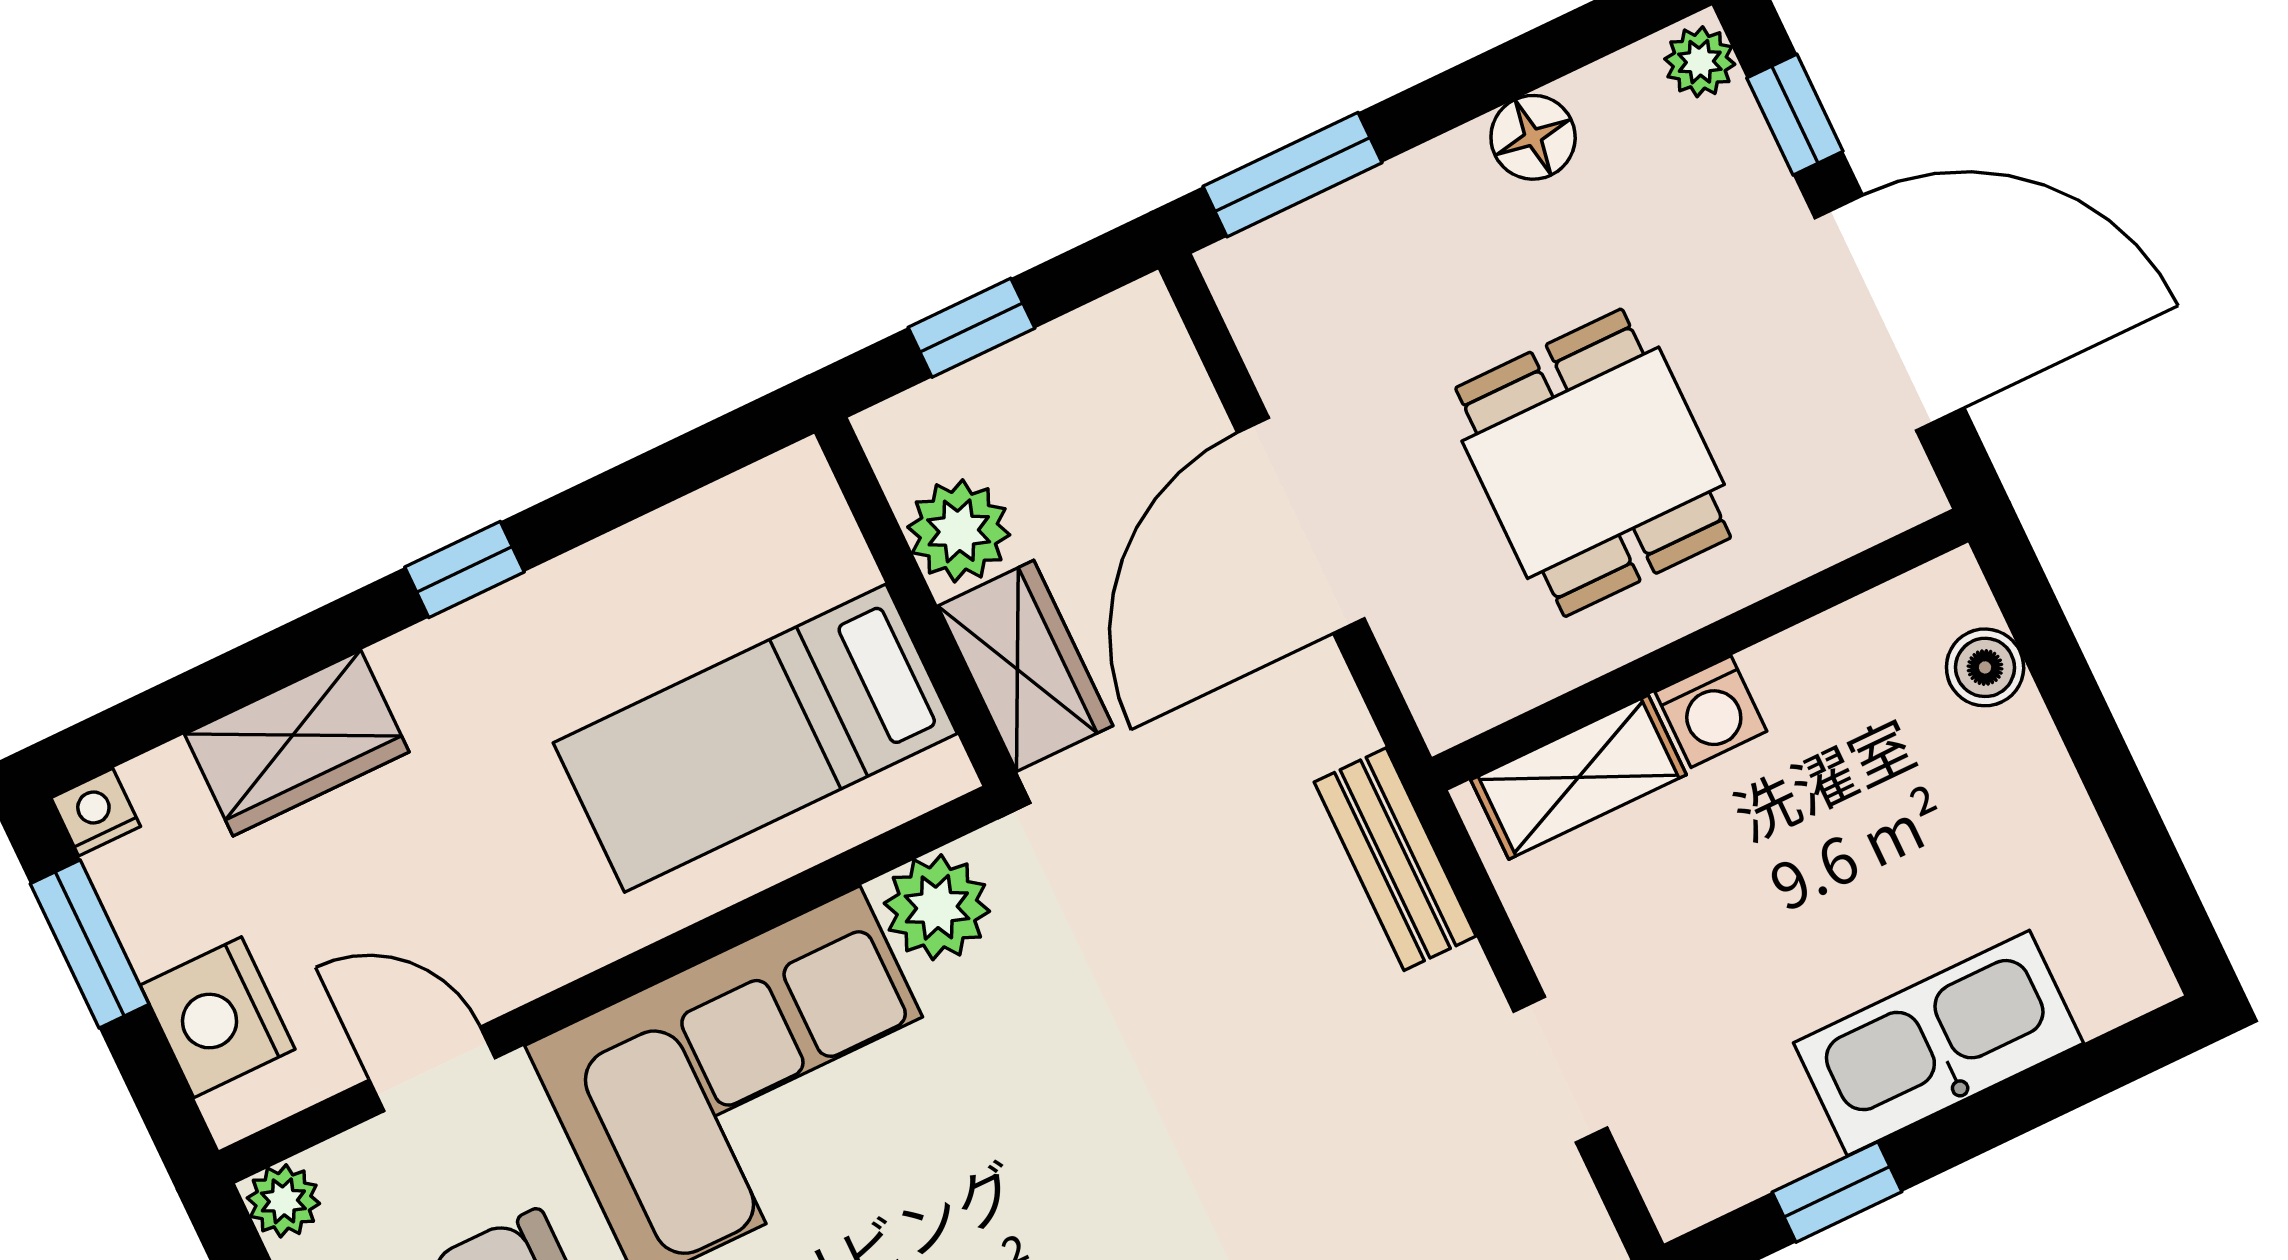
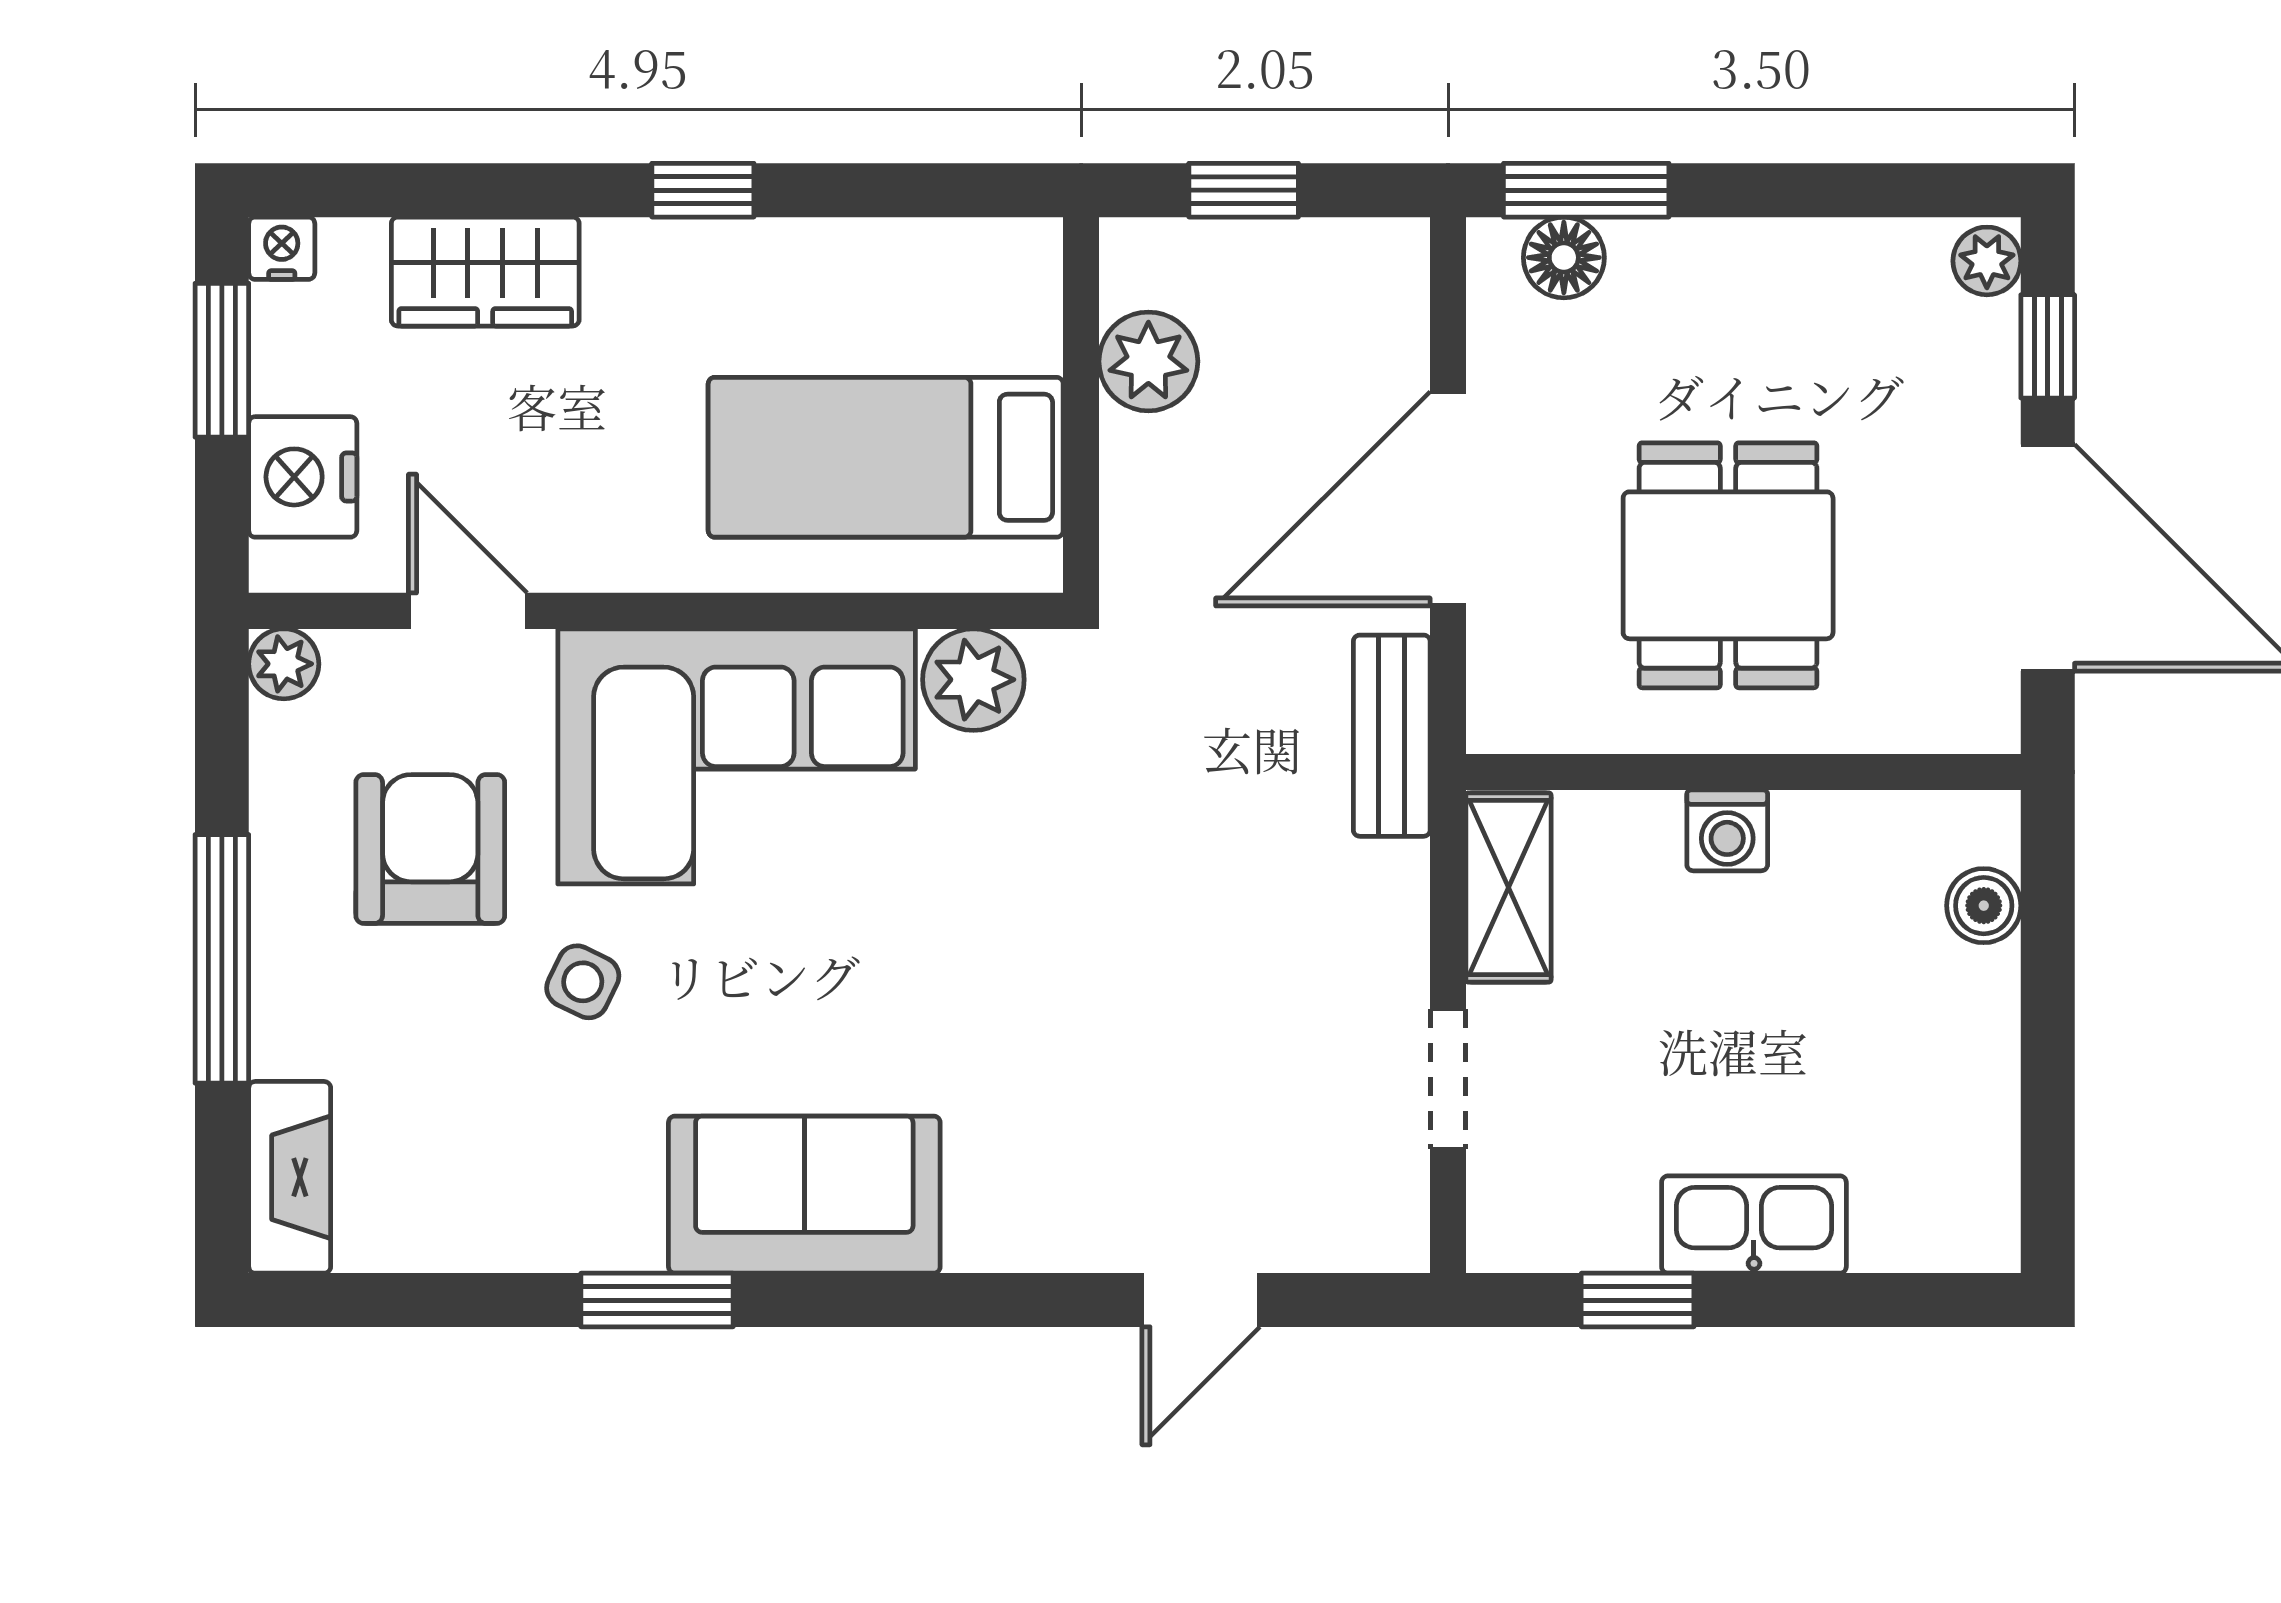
floor lamp: (1533, 137) -> (1564, 258), moved
wardrobe: (1025, 666) -> (1150, 506), removed
shelving: (1579, 777) -> (1509, 887), moved, turned 90
bench: (1395, 859) -> (1392, 736), moved
kitchen sink: (1938, 1043) -> (1754, 1224), width x0.73, depth x0.81

